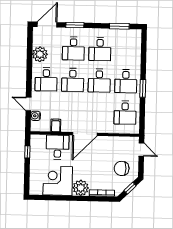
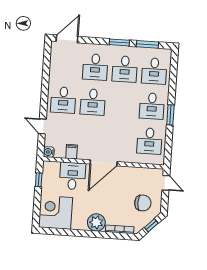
window: (75, 25) -> (119, 42), moved
plant: (40, 54) -> (58, 72), removed
desk: (99, 81) -> (154, 71), moved
water cooler: (36, 116) -> (49, 152), moved
chair: (122, 168) -> (143, 203), turned 180
corner desk: (58, 181) -> (56, 212), moved

